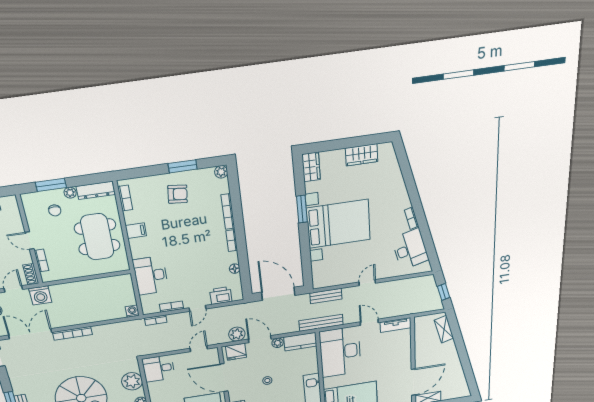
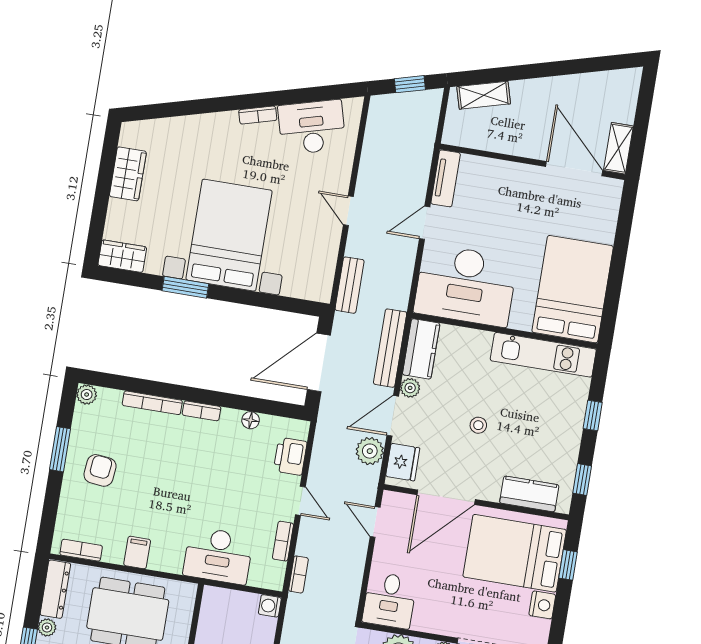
bench: (321, 323) -> (390, 348), moved

